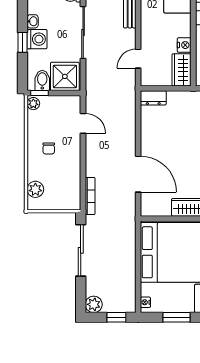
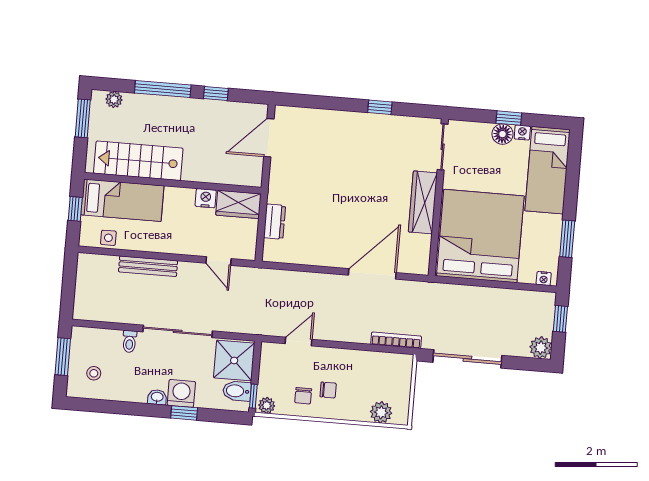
dresser: (153, 98) -> (275, 222), moved
chair: (43, 130) -> (303, 396), added

